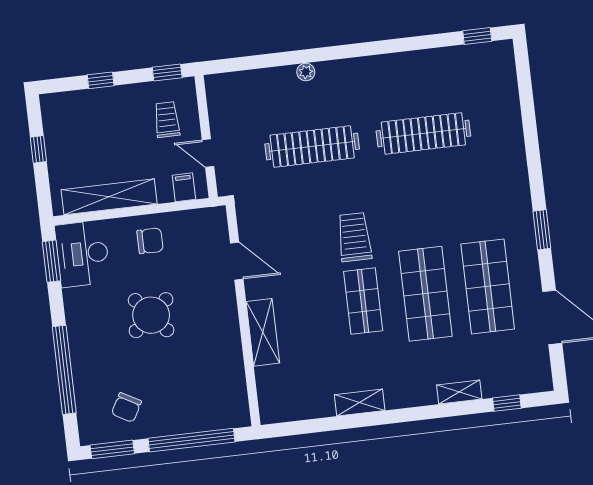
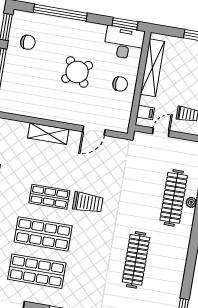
clothes rail: (312, 147) -> (174, 198), moved
chair: (150, 241) -> (120, 84), turned -90
chair: (126, 408) -> (28, 42), turned 151

